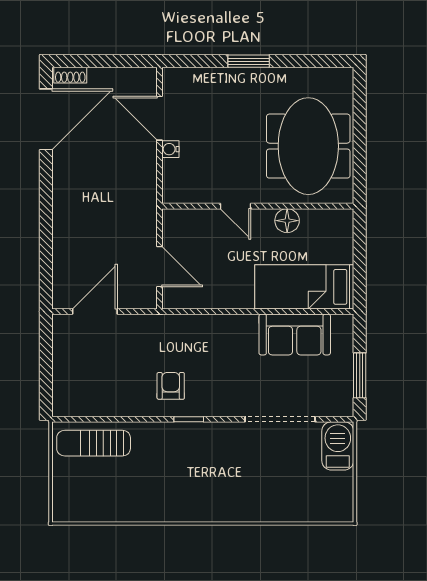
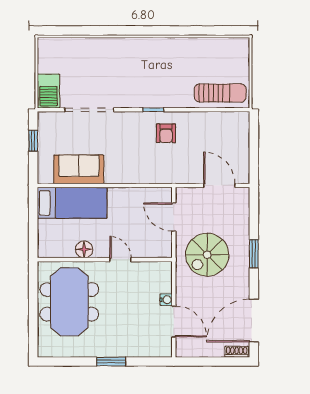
spiral stairs: (112, 213) -> (207, 255), added
window: (46, 214) -> (254, 254), added
door: (95, 311) -> (219, 186), swing flipped
window: (360, 375) -> (33, 141), width x0.67

